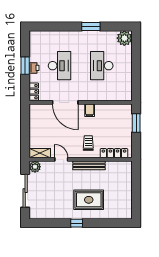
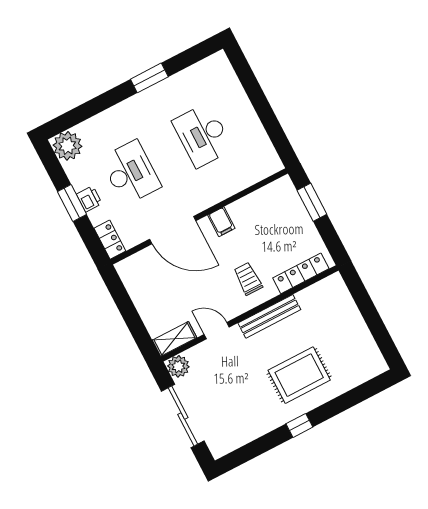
plant: (124, 38) -> (67, 146), moved

